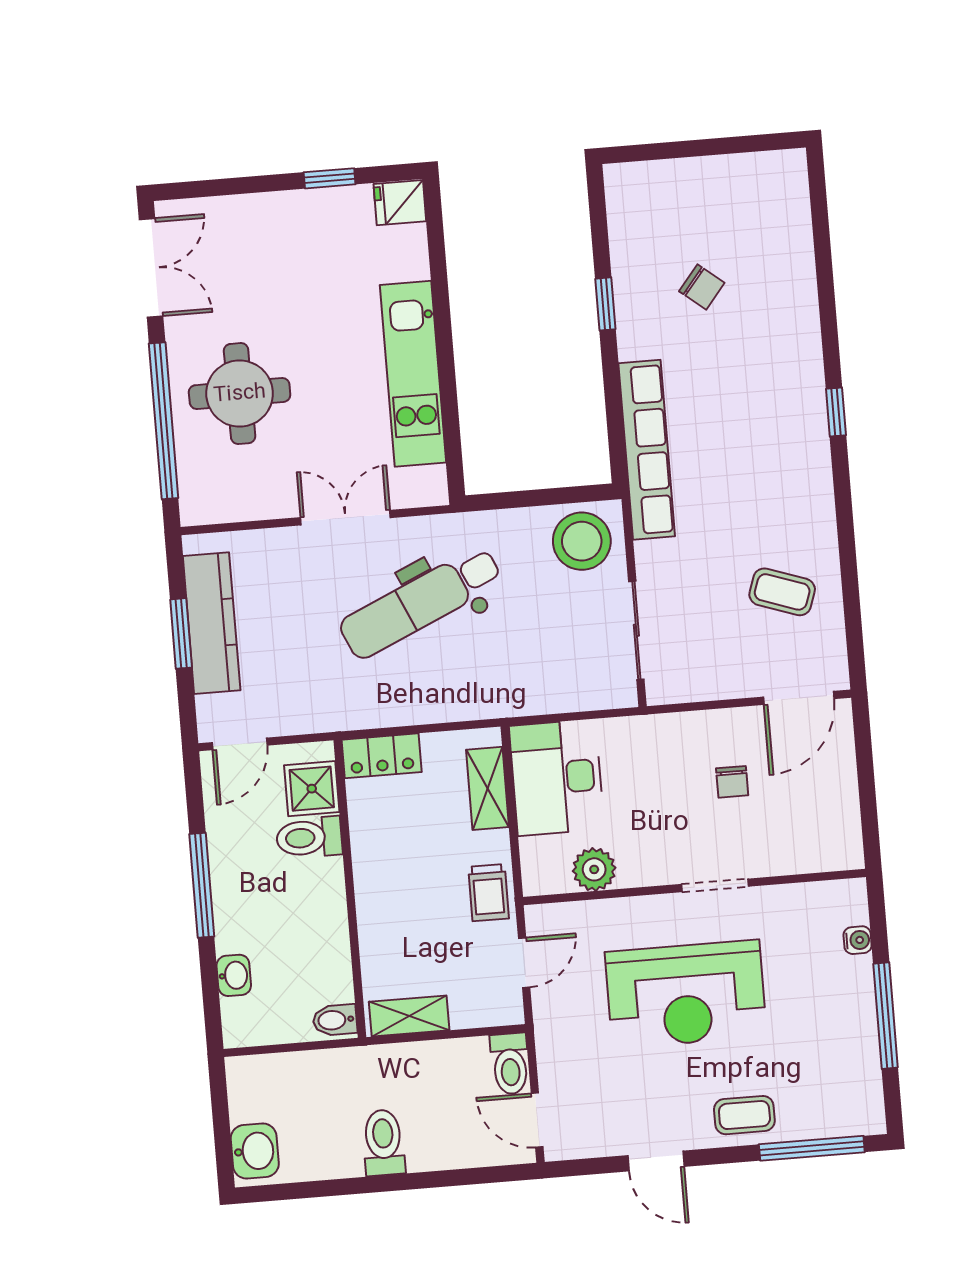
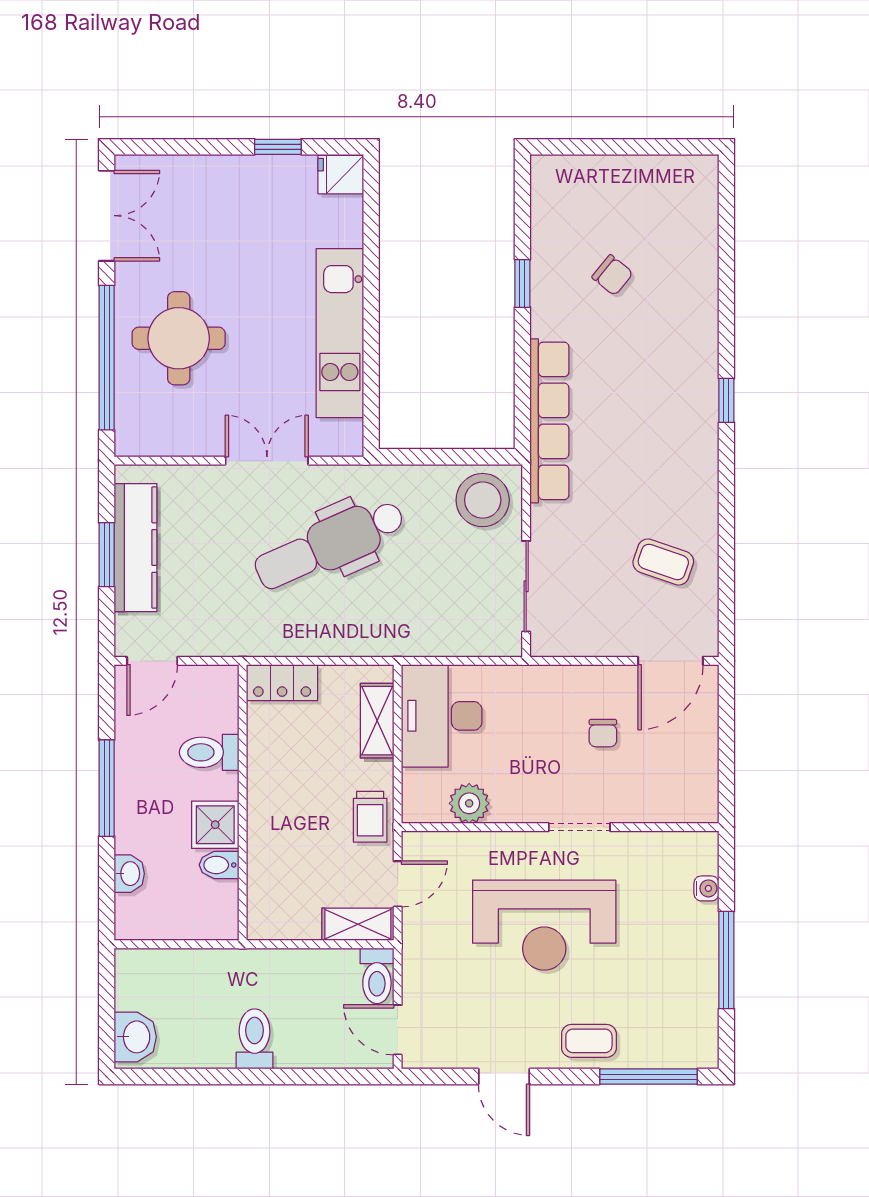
shower: (312, 789) -> (215, 825), moved
shelving: (409, 1016) -> (358, 924), moved
bidet: (335, 1020) -> (219, 865), moved

